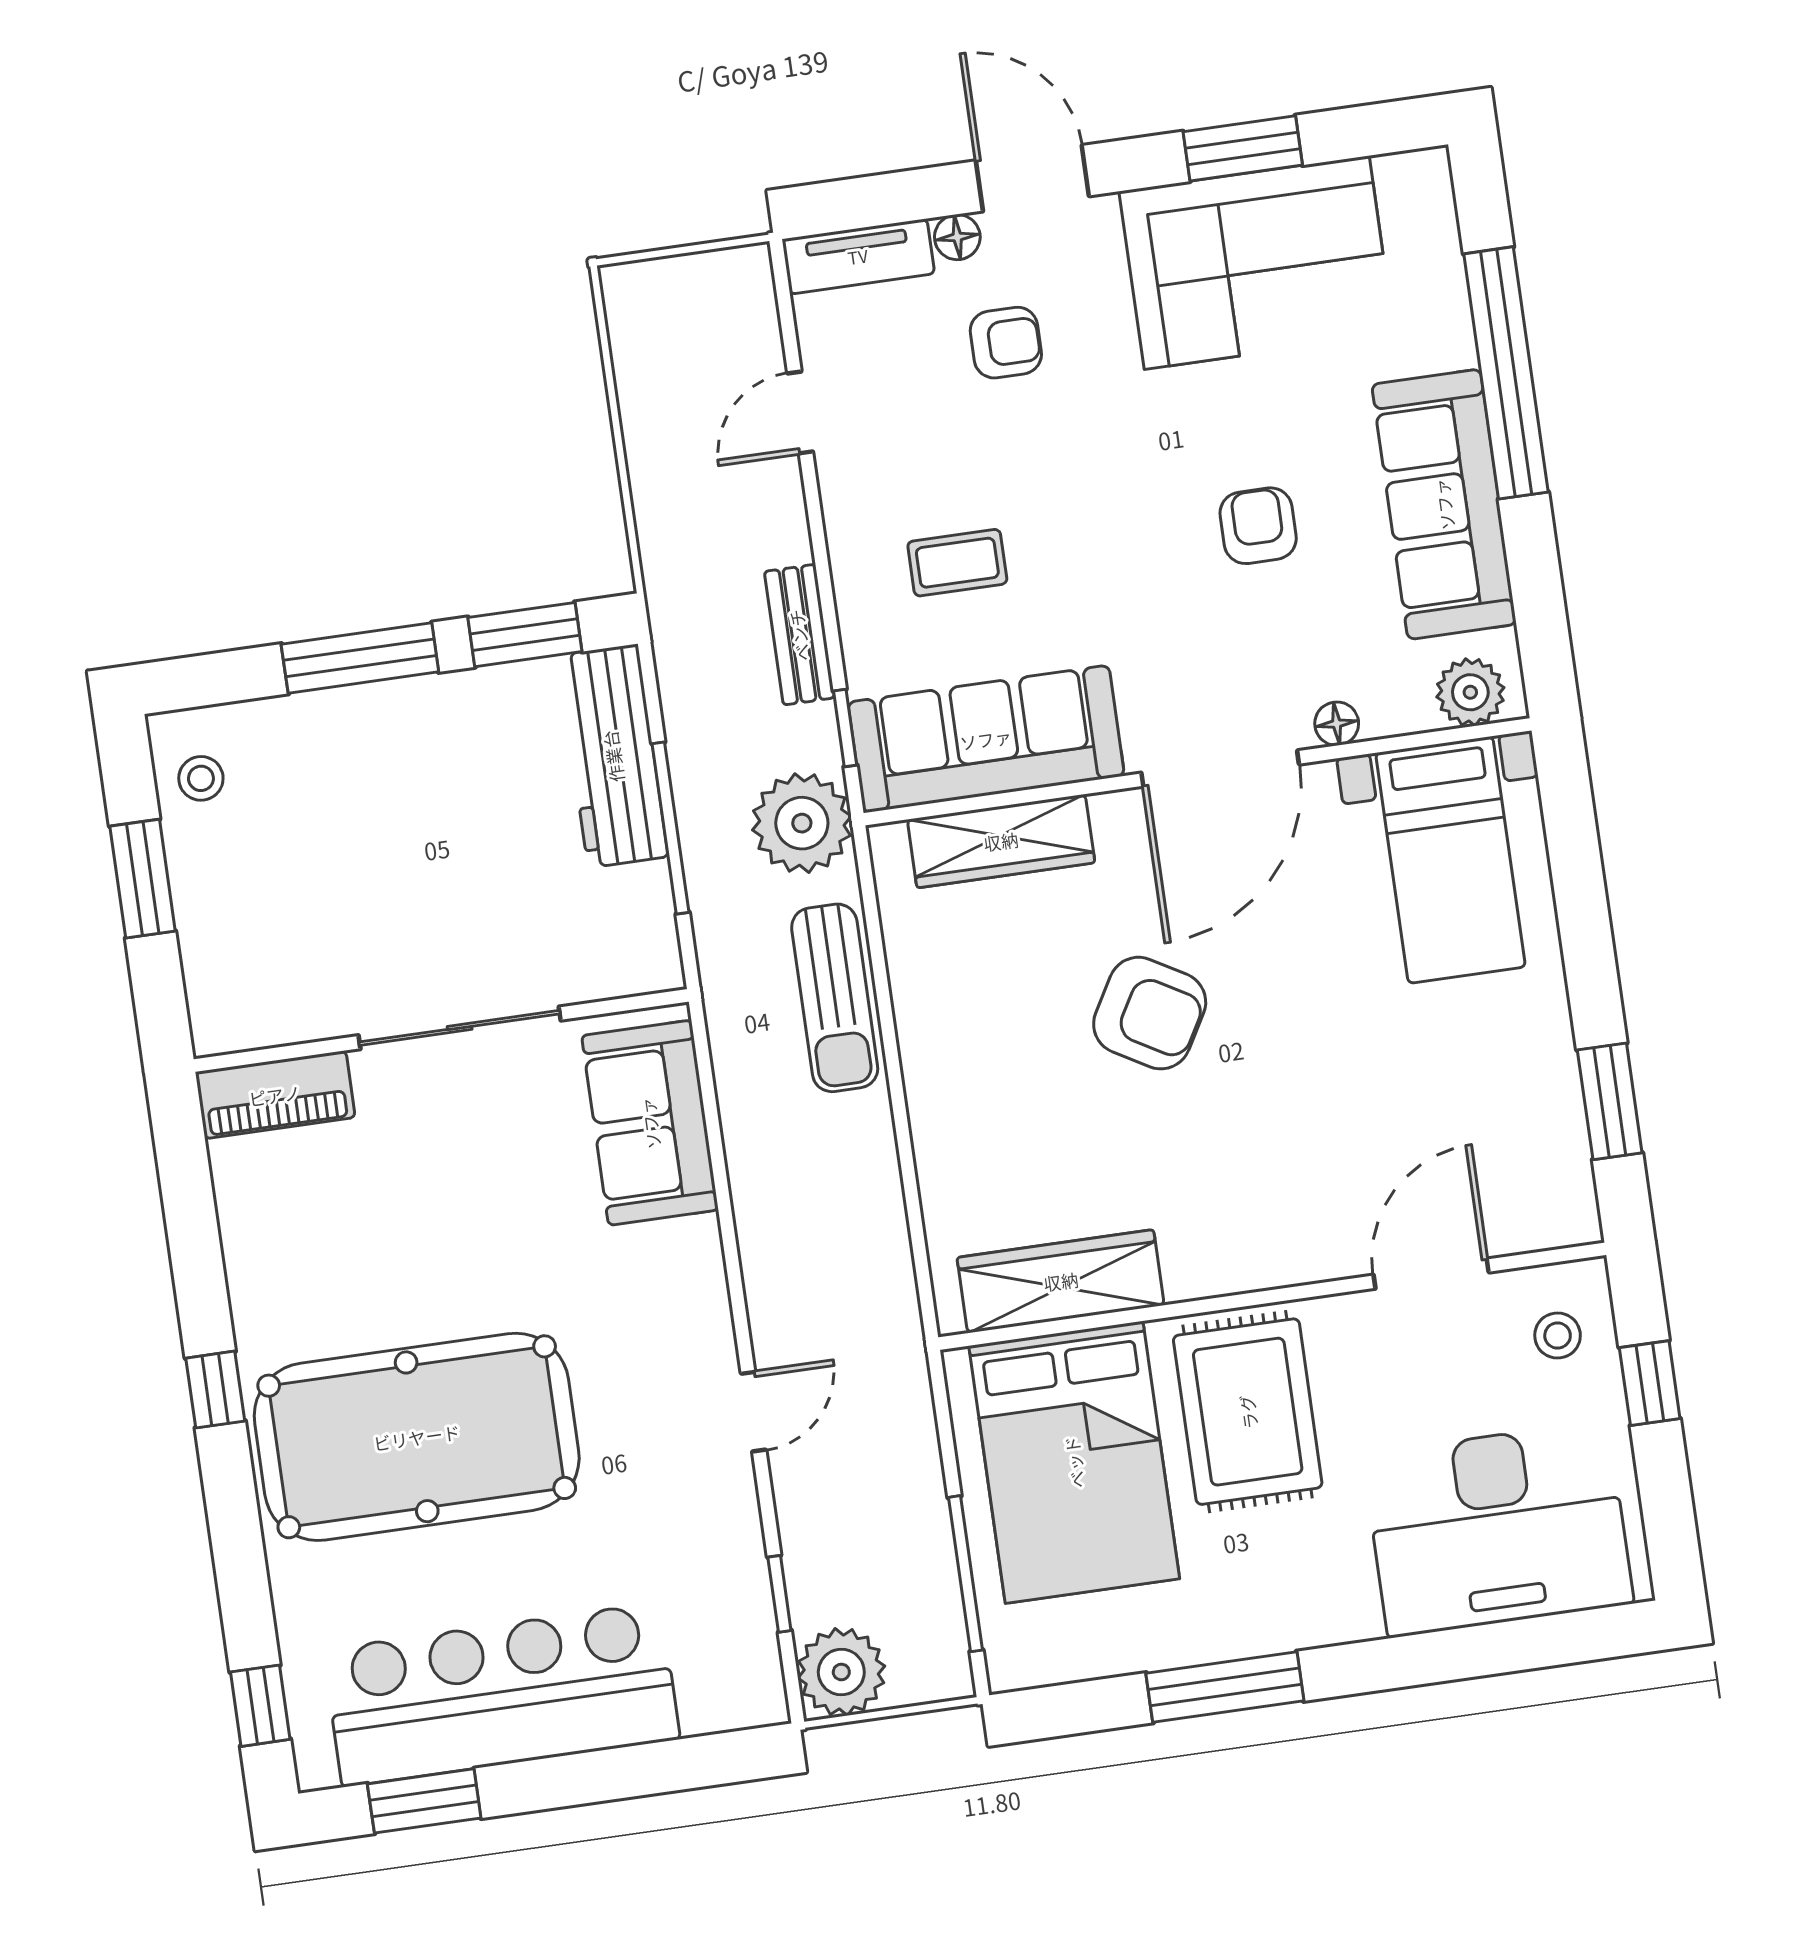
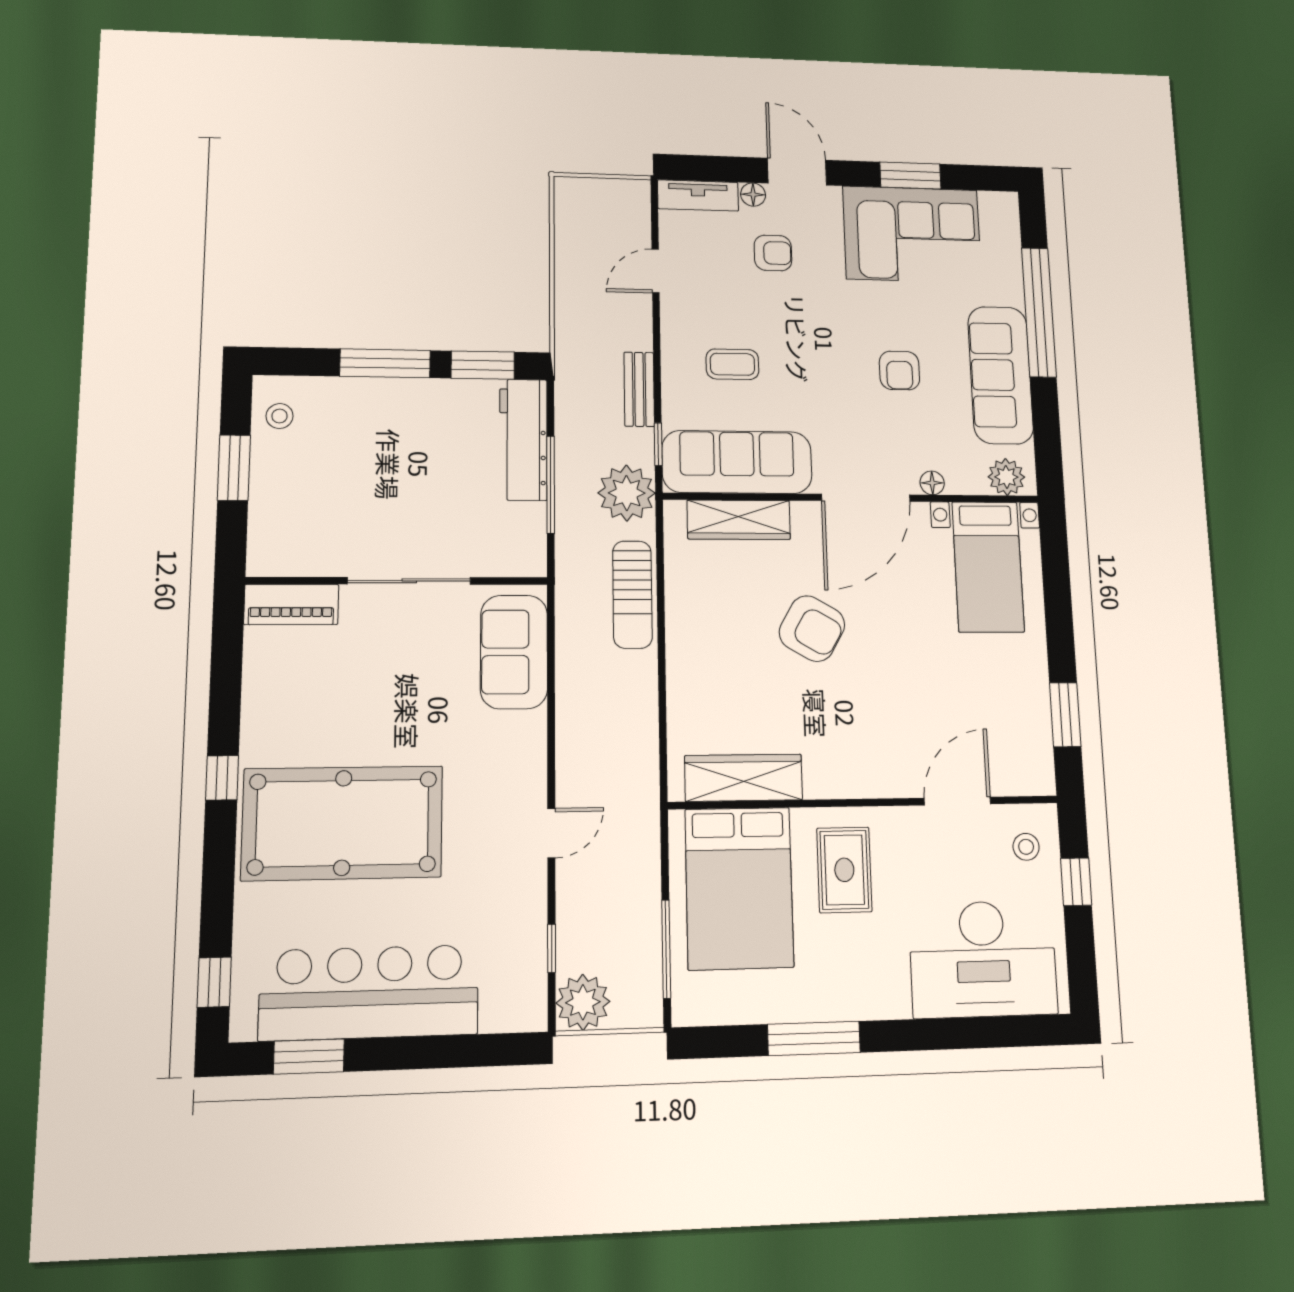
armchair: (1258, 526) -> (899, 370), turned 180
rug: (1248, 1412) -> (844, 870), width x0.73, depth x0.70

